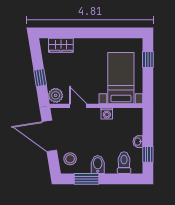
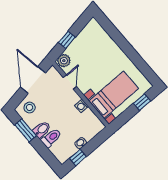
wardrobe: (61, 45) -> (101, 35), removed
toilet: (124, 163) -> (51, 138), moved

